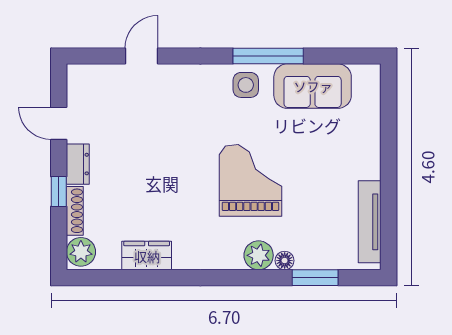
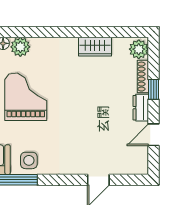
door: (59, 123) -> (154, 135), swing flipped
grand piano: (250, 180) -> (26, 97), turned 180

